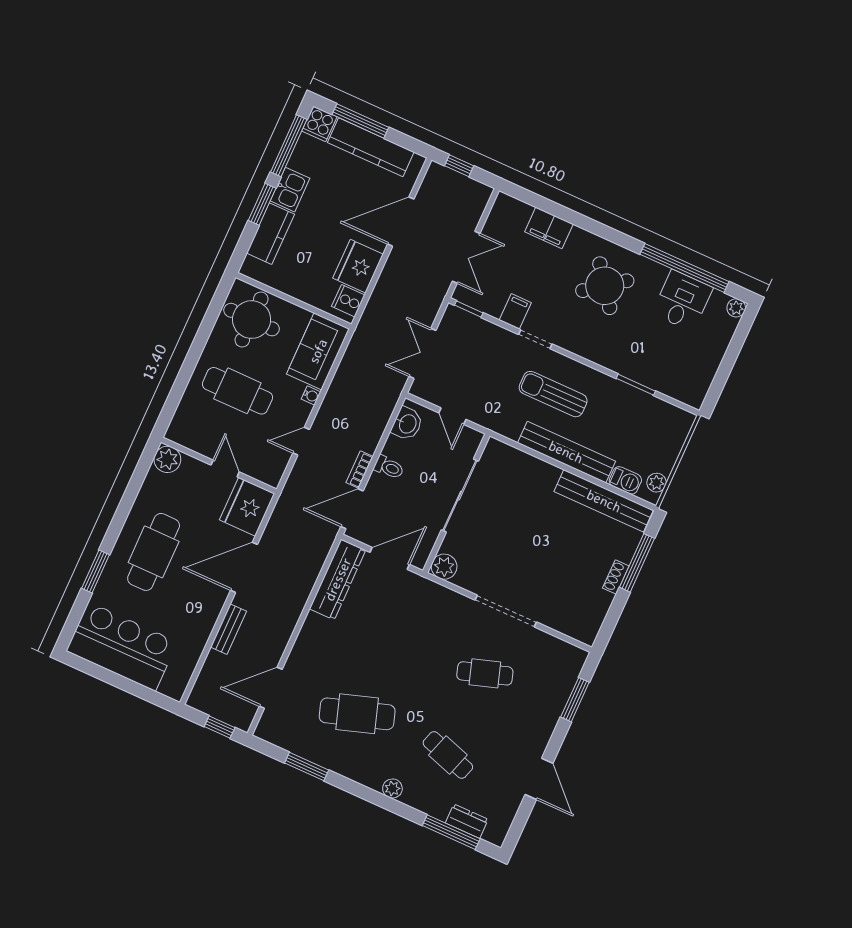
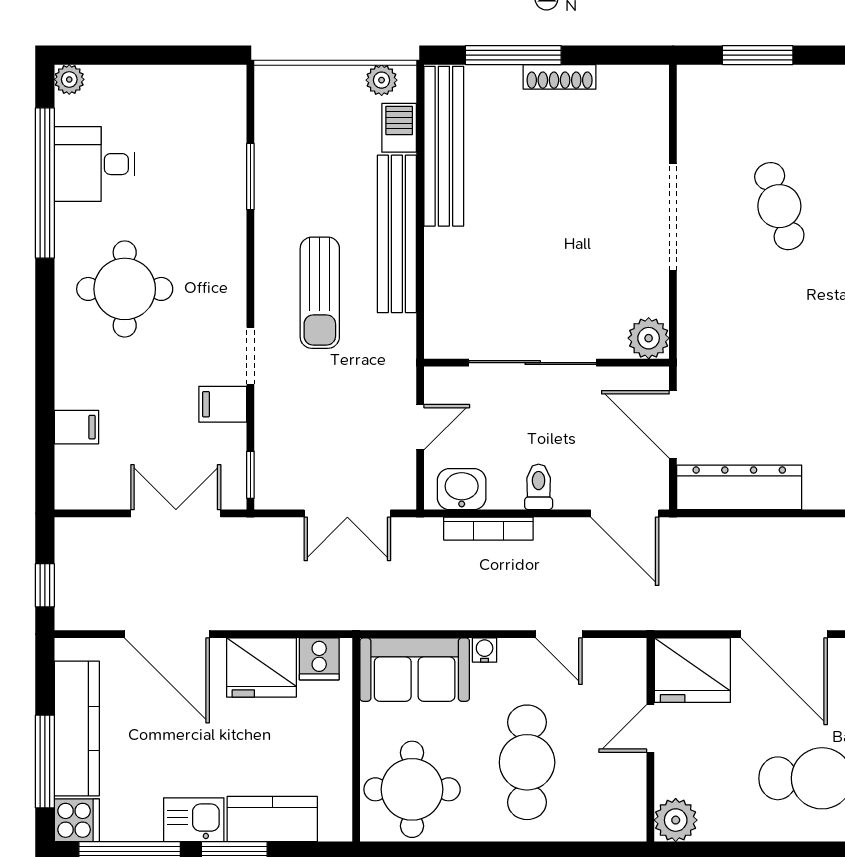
filing cabinet: (549, 228) -> (77, 427), width x0.50
round table: (605, 286) -> (125, 289), turned 37
bookcase: (360, 470) -> (488, 529), moved, width x1.56
shoe rack: (616, 577) -> (560, 77), width x1.43

